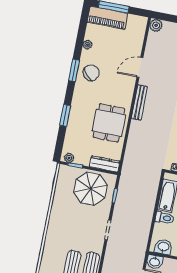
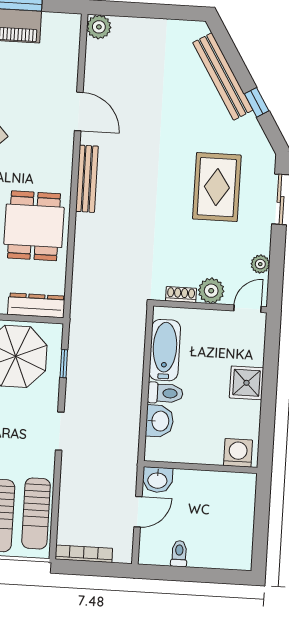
door: (140, 67) -> (79, 111), swing flipped
washbasin: (163, 247) -> (160, 421), moved, turned 90

